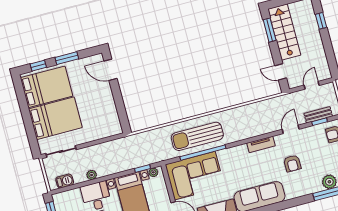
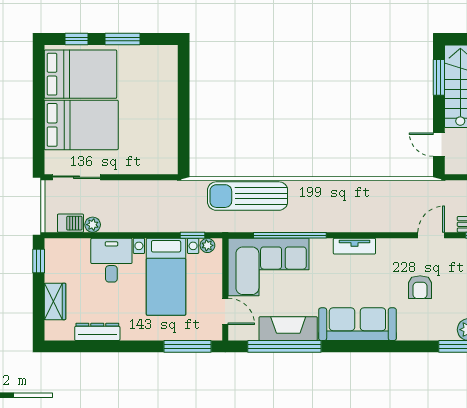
door: (110, 70) -> (184, 74), removed
sun lounger: (197, 136) -> (248, 196), moved
tv unit: (261, 144) -> (354, 246), moved
plant: (92, 175) -> (93, 225), moved

